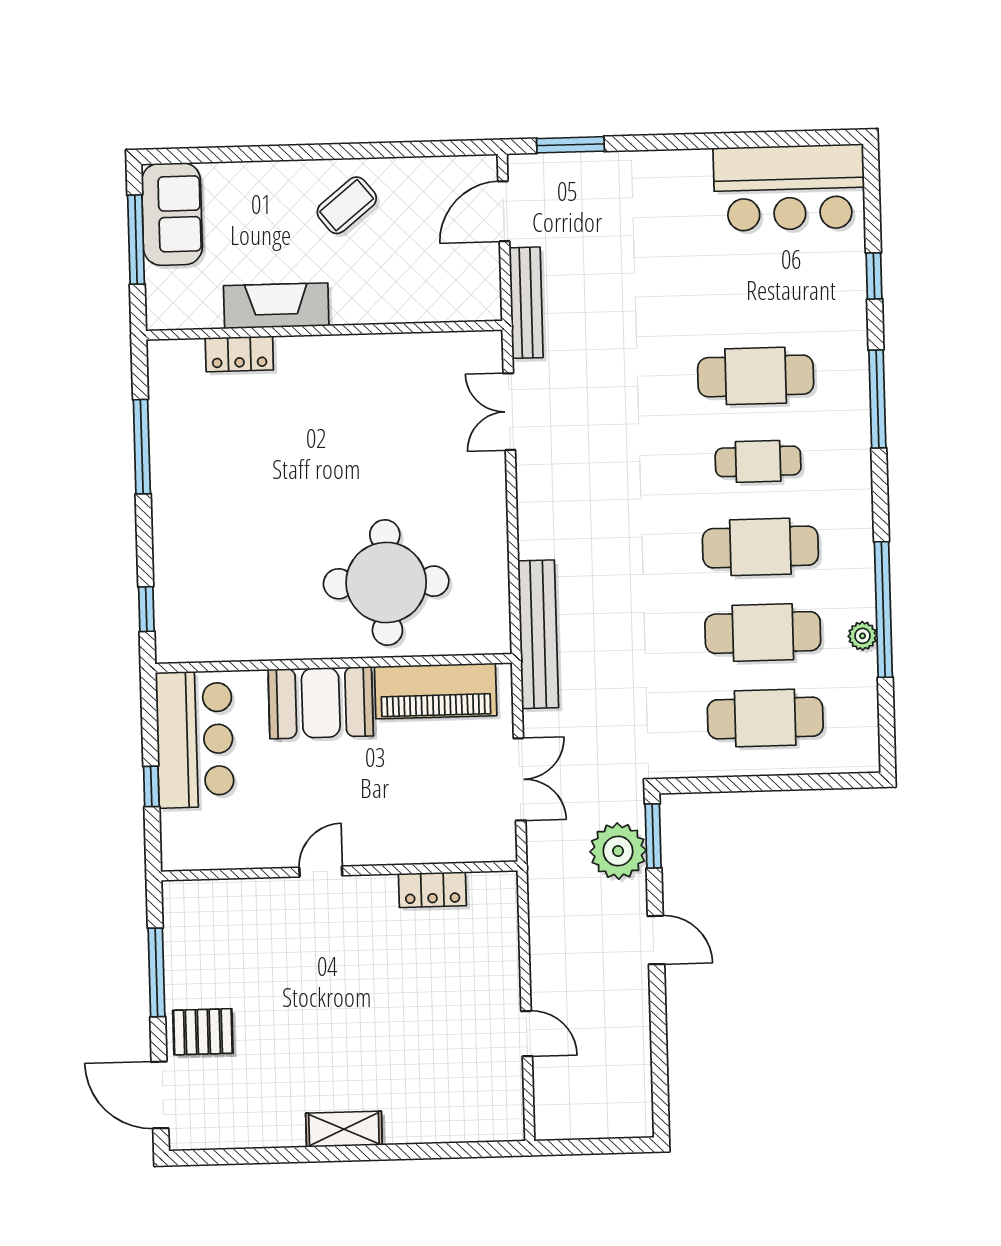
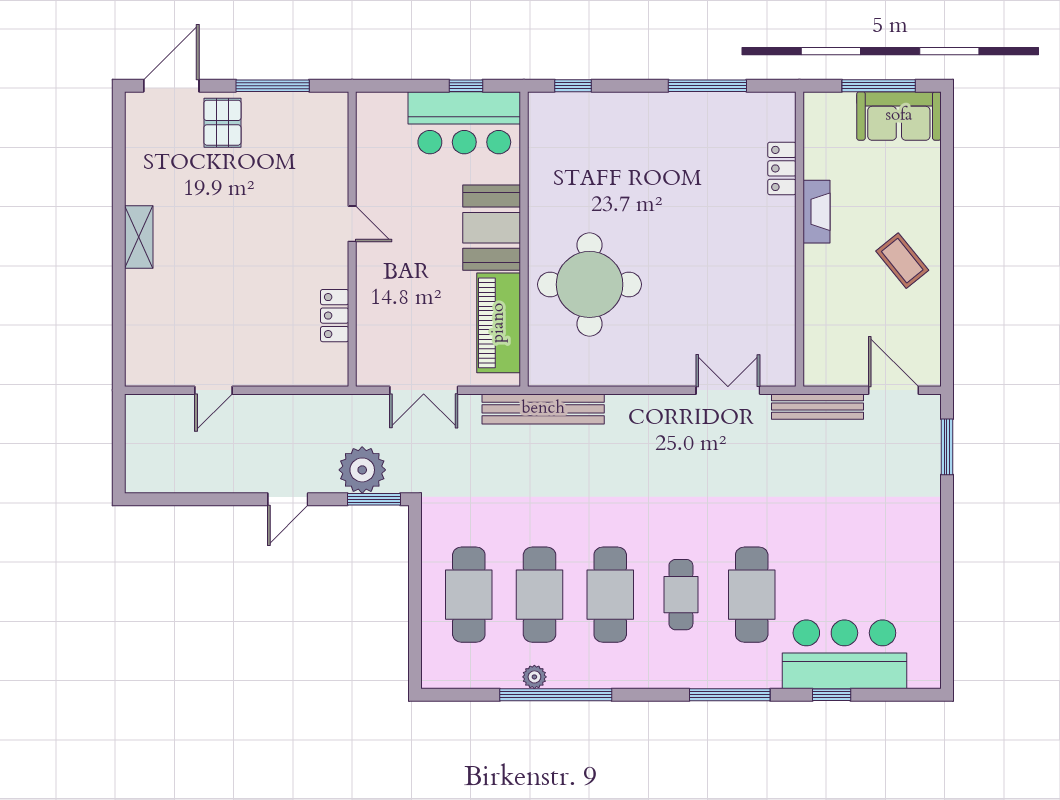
bar counter: (789, 188) -> (844, 654), moved, turned 90
fireplace: (276, 306) -> (816, 212), width x0.73, depth x0.76
window: (151, 786) -> (466, 86), moved

